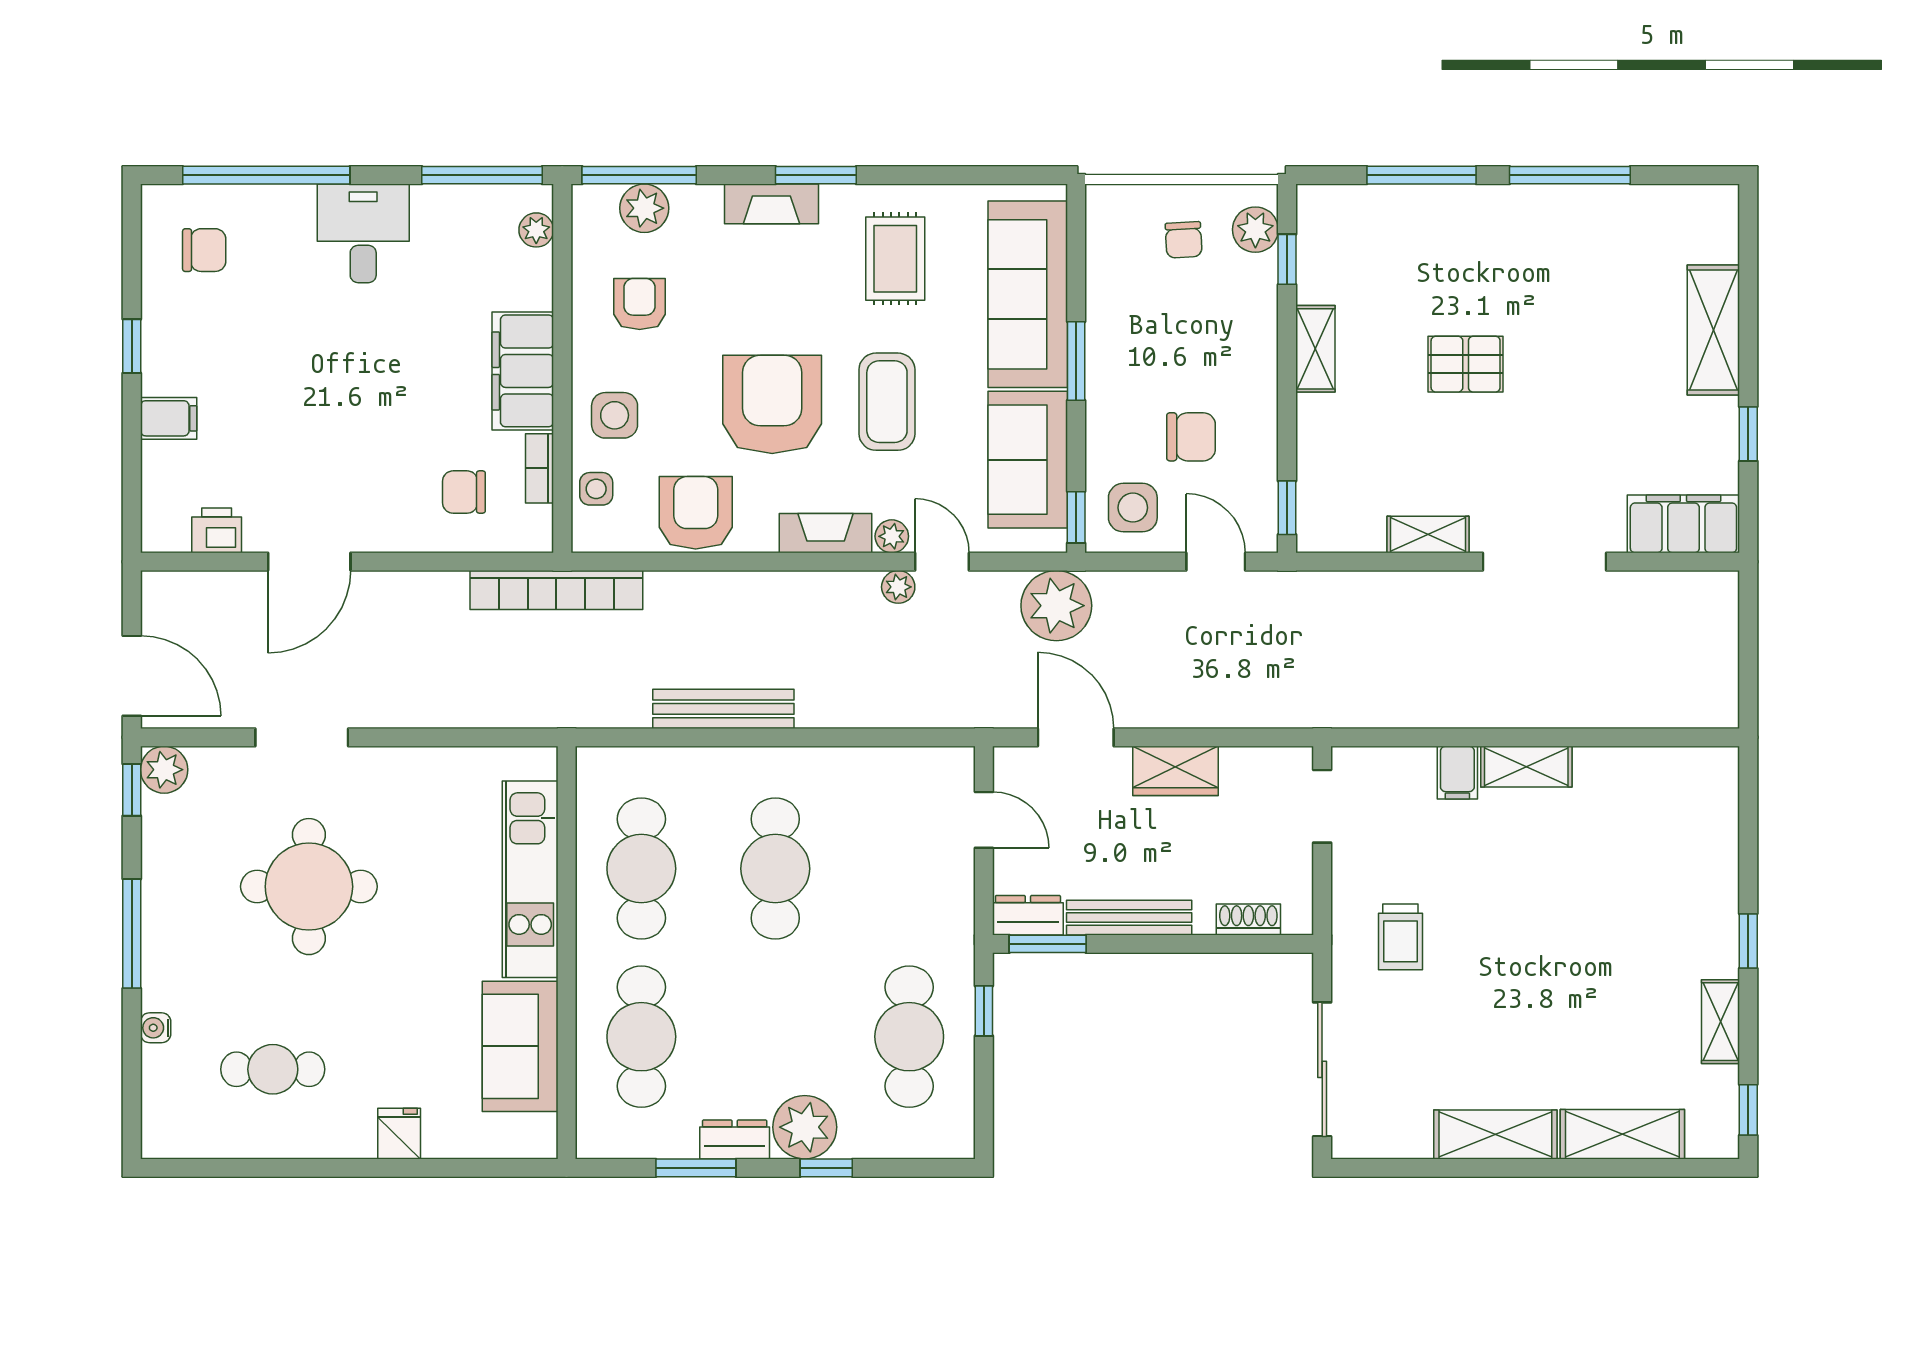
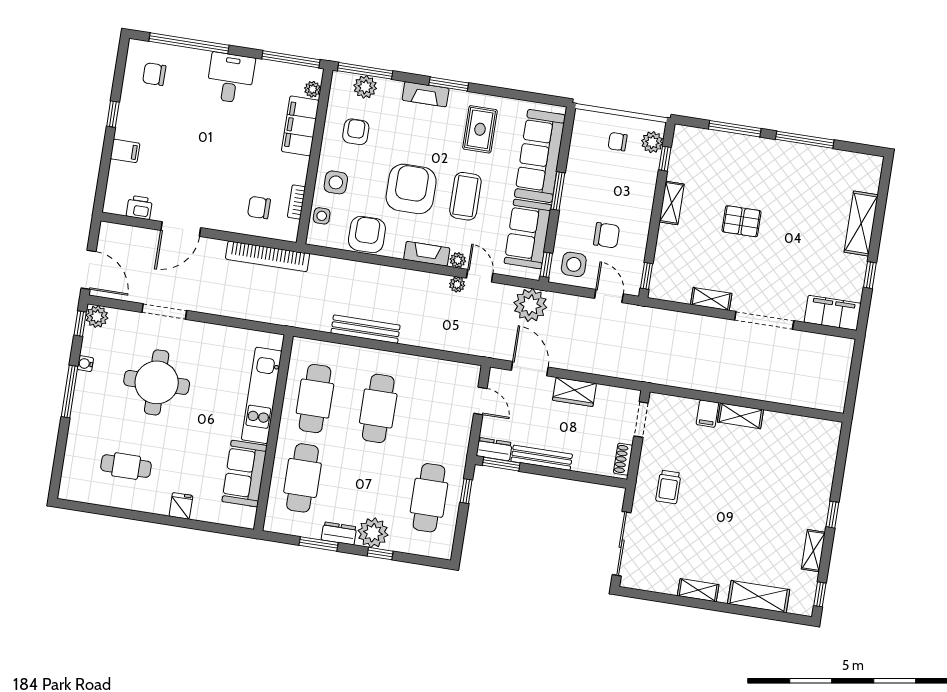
chair: (1184, 240) -> (618, 142), turned 93
chair: (204, 250) -> (154, 74), turned 180
filing cabinet: (523, 371) -> (300, 126), moved
bookcase: (556, 590) -> (268, 256), moved
shoe rack: (1248, 919) -> (623, 459), moved, turned -90
water cooler: (156, 1028) -> (85, 364), moved
shelving: (1495, 1134) -> (698, 590), width x0.67, depth x0.75

